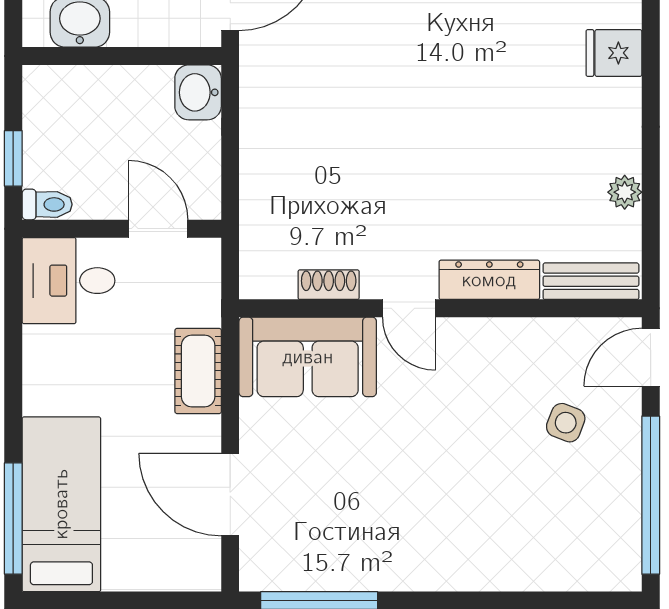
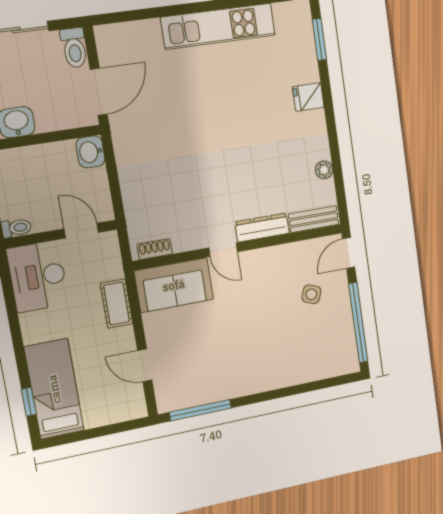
desk: (69, 281) -> (38, 276), width x1.37
shoe rack: (329, 285) -> (155, 249), moved
door: (230, 495) -> (145, 365), width x0.73
window: (13, 519) -> (29, 402), width x0.46

